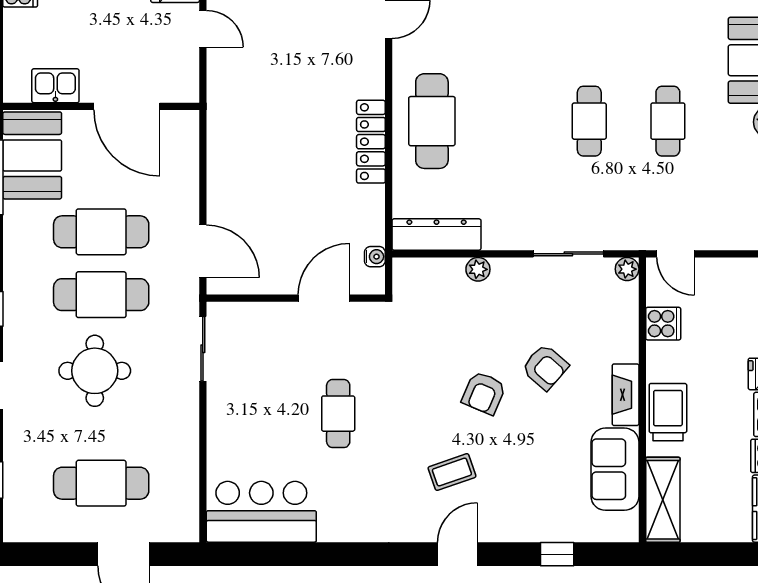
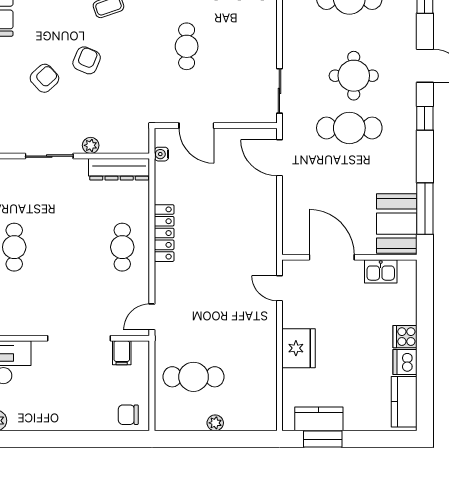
door: (203, 29) -> (279, 288), moved
cafe table: (432, 121) -> (122, 247), width x0.73, depth x0.74
cafe table: (101, 232) -> (349, 171), removed
sliding door: (568, 254) -> (49, 156), moved
door: (324, 298) -> (196, 126), hinge flipped
armchair: (545, 367) -> (44, 78), turned 96

